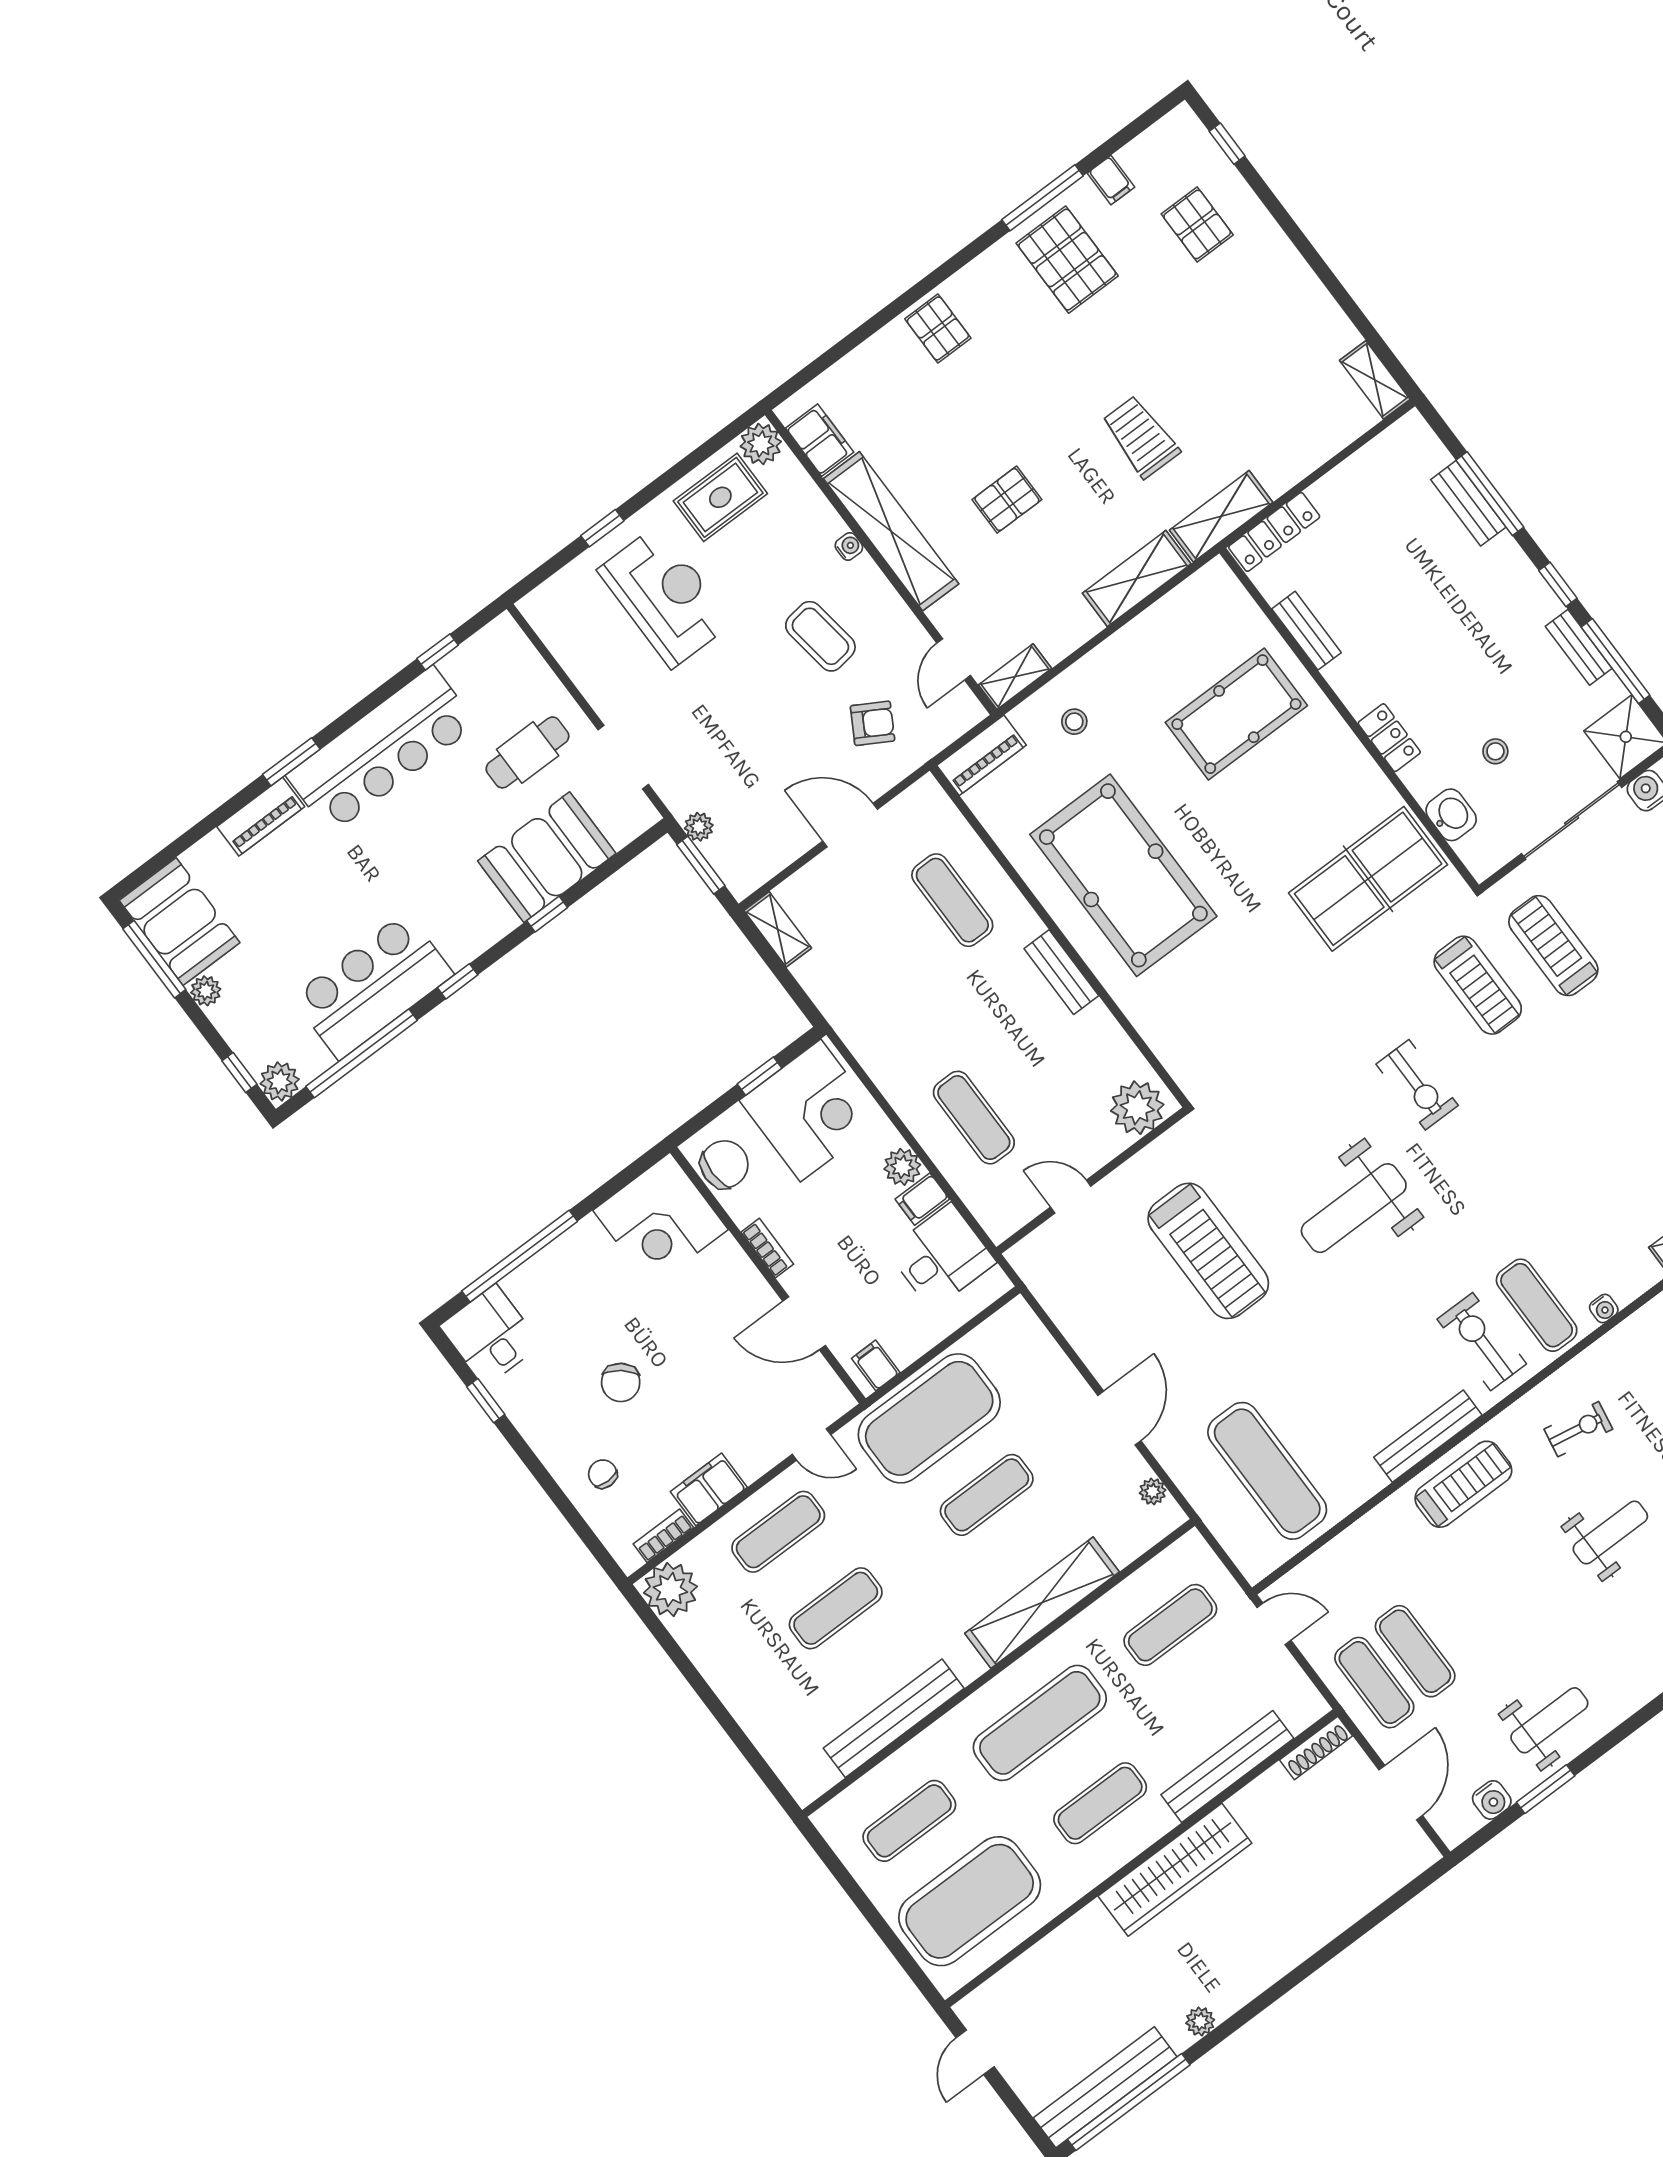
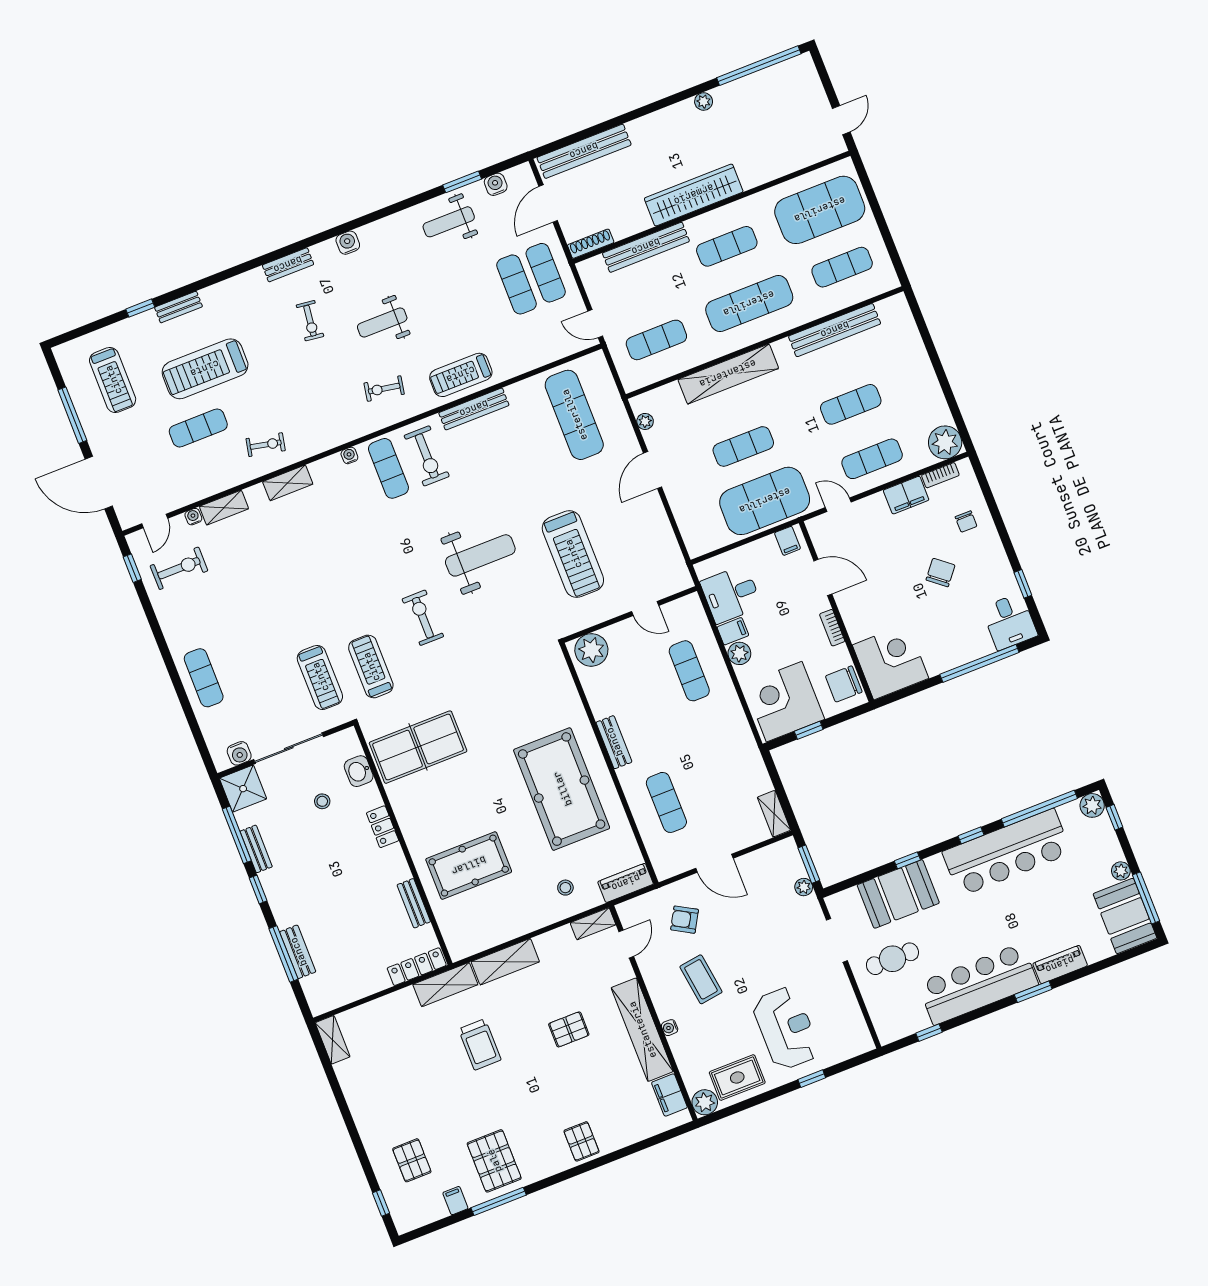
reception desk: (665, 596) -> (786, 1028), turned 180
bar counter: (373, 986) -> (1007, 852), width x1.36
treadmill: (1208, 1251) -> (573, 554), turned 180
bench: (1105, 2087) -> (584, 151), moved

